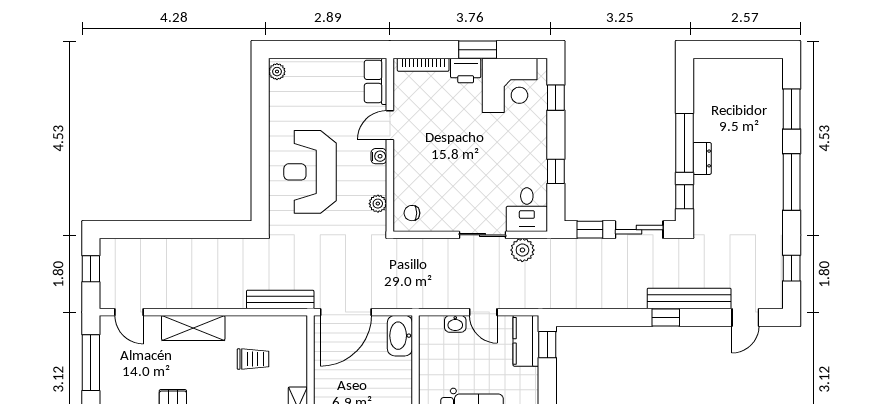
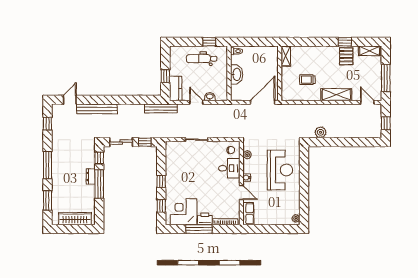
window: (478, 50) -> (199, 229), width x1.44
wardrobe: (735, 71) -> (75, 219), added
door: (390, 125) -> (241, 192), hinge flipped
window: (556, 171) -> (161, 181), moved
desk: (527, 210) -> (229, 168), moved, turned 90
plant: (522, 250) -> (321, 132), moved
bench: (280, 299) -> (161, 108), moved
window: (666, 317) -> (108, 100), removed
washbasin: (400, 336) -> (237, 74), moved
window: (547, 345) -> (165, 76), moved

